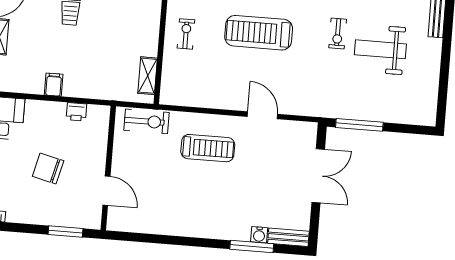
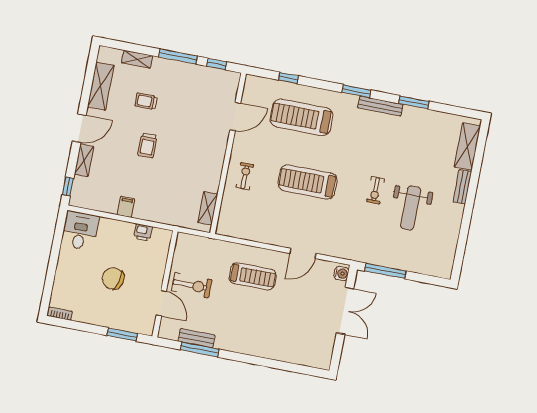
weight bench: (380, 49) -> (411, 208), turned -90
door: (262, 115) -> (303, 253), swing flipped
exercise bike: (146, 121) -> (192, 285), moved
water cooler: (259, 235) -> (341, 273), moved, turned -90
bench: (288, 237) -> (197, 338), moved
window: (252, 246) -> (200, 349), moved

